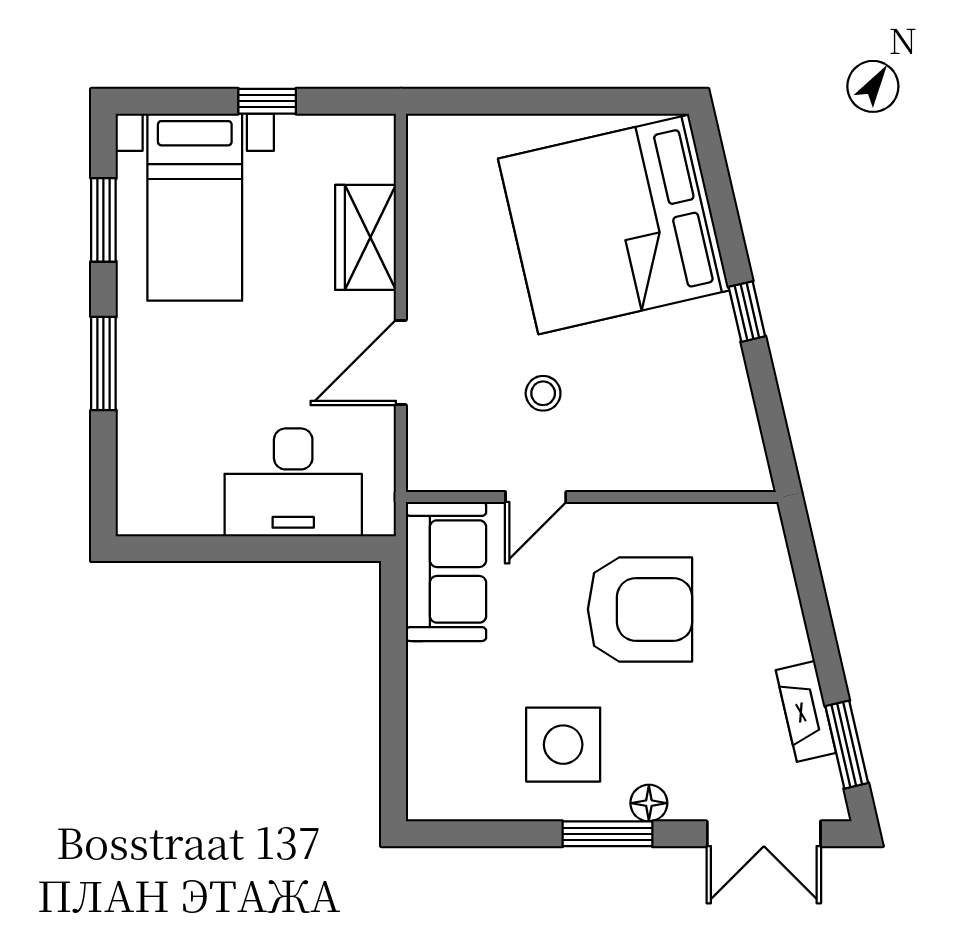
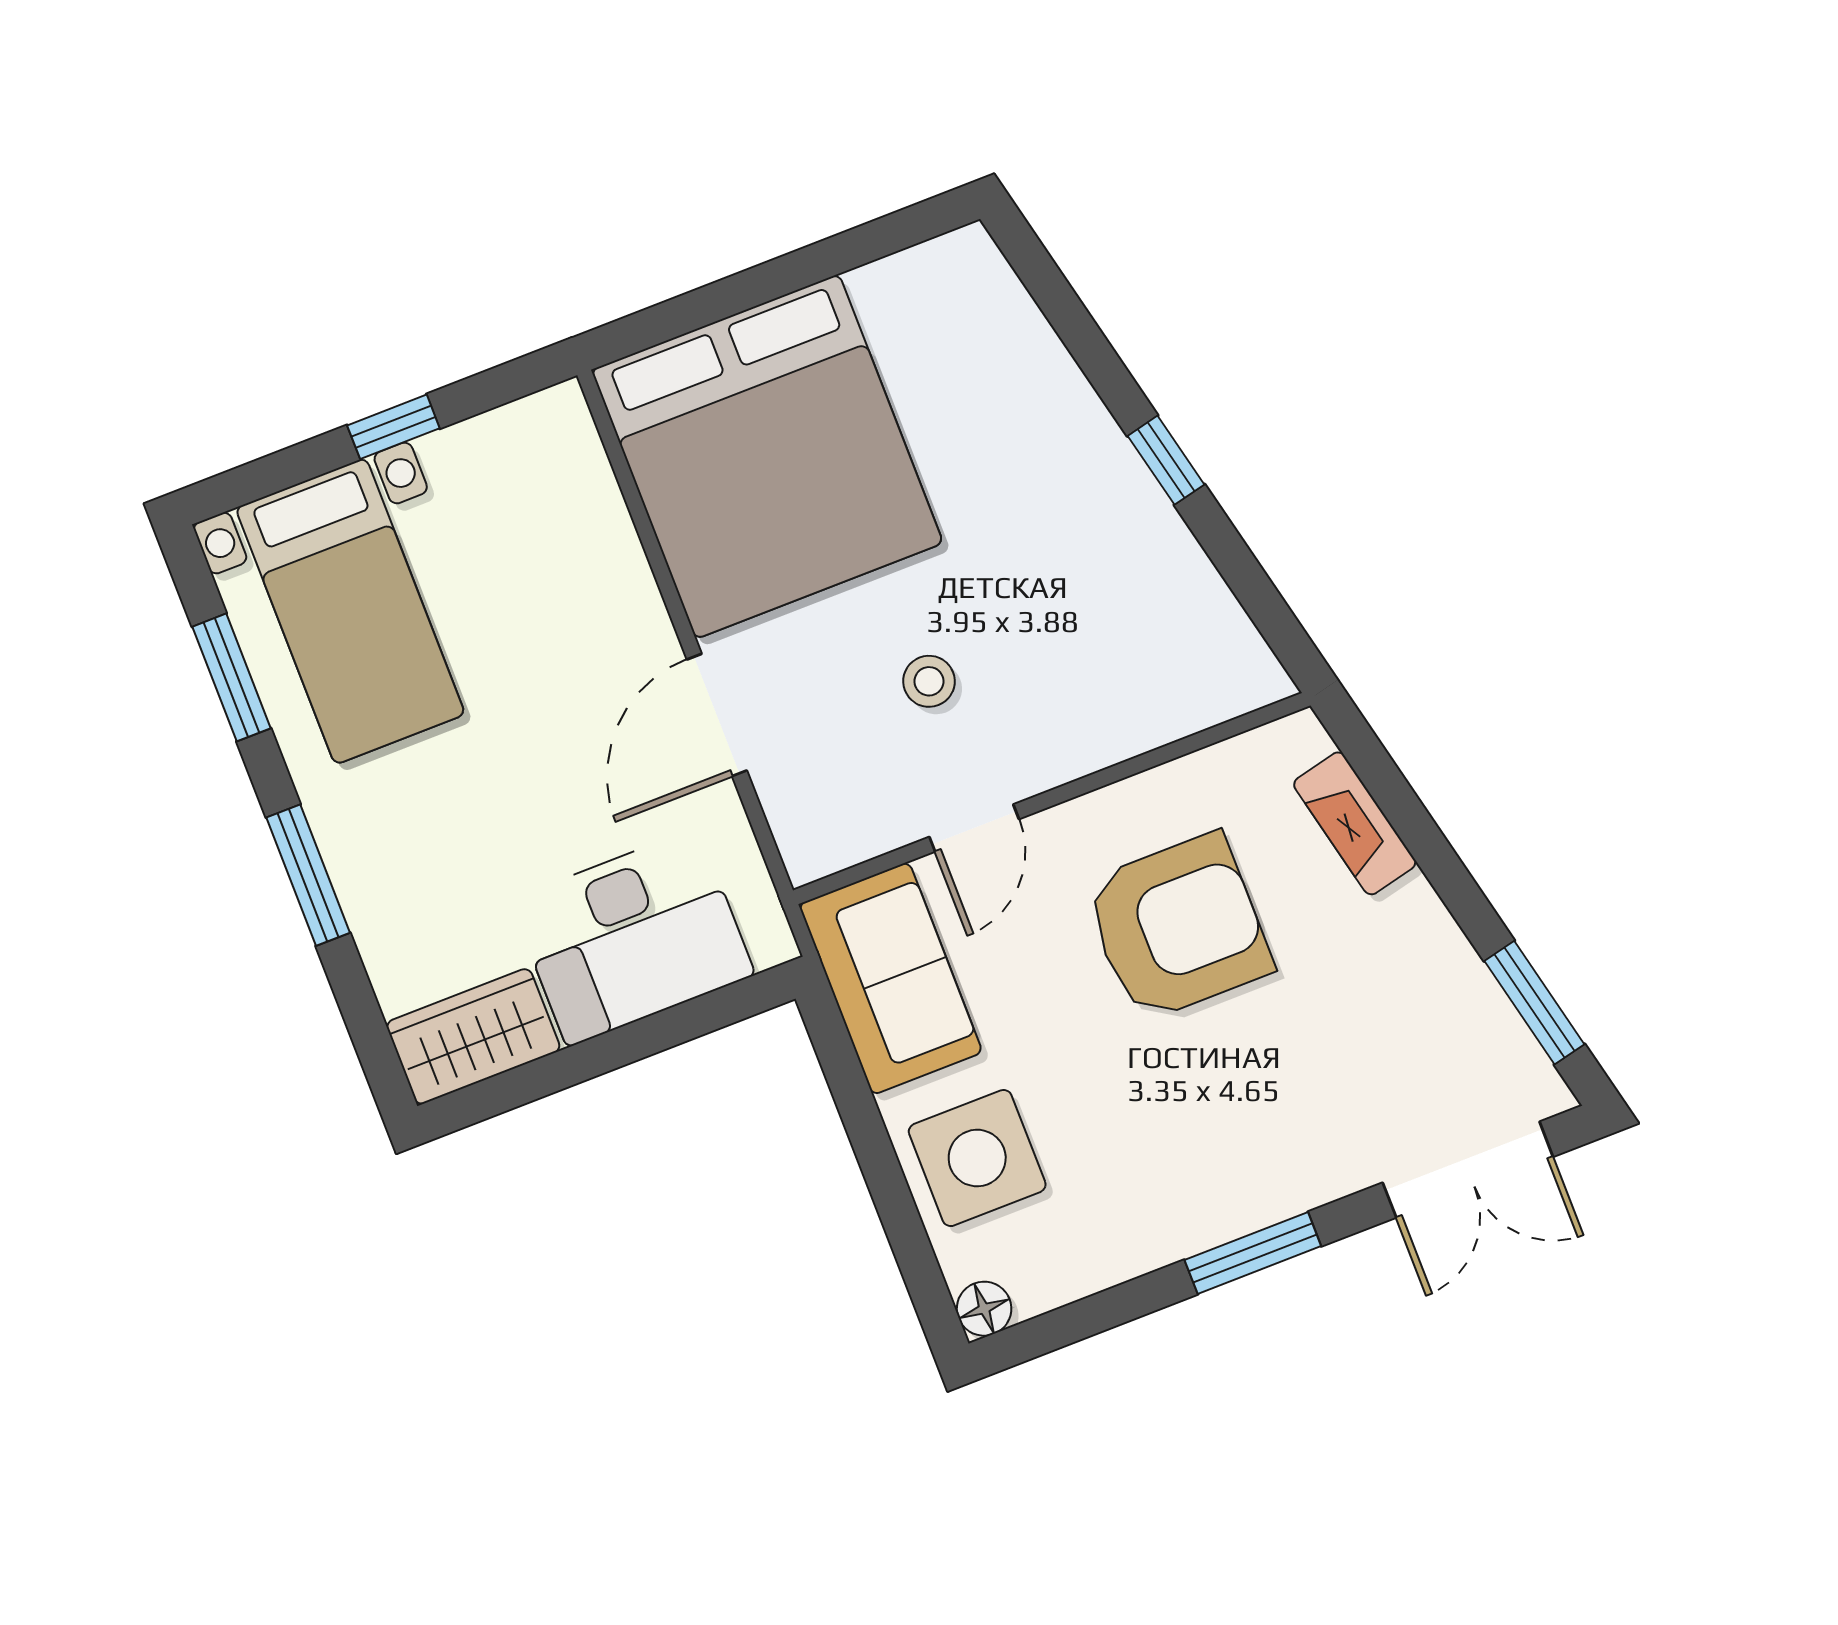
bed: (614, 224) -> (767, 456), moved, turned -77
wardrobe: (366, 237) -> (473, 1036), moved, turned 90
fireplace: (806, 711) -> (1355, 823), moved
side table: (563, 745) -> (977, 1158), moved
floor lamp: (649, 803) -> (984, 1309), moved

